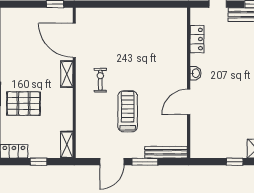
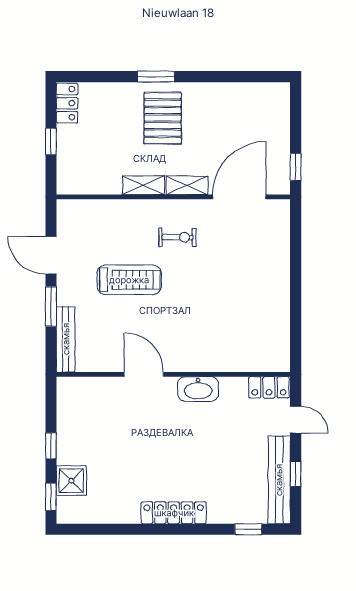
locker: (197, 39) -> (269, 387), moved
washbasin: (196, 73) -> (198, 389), width x1.91, depth x1.45
pallet: (23, 104) -> (163, 118), moved
shelving: (67, 145) -> (143, 185), moved

